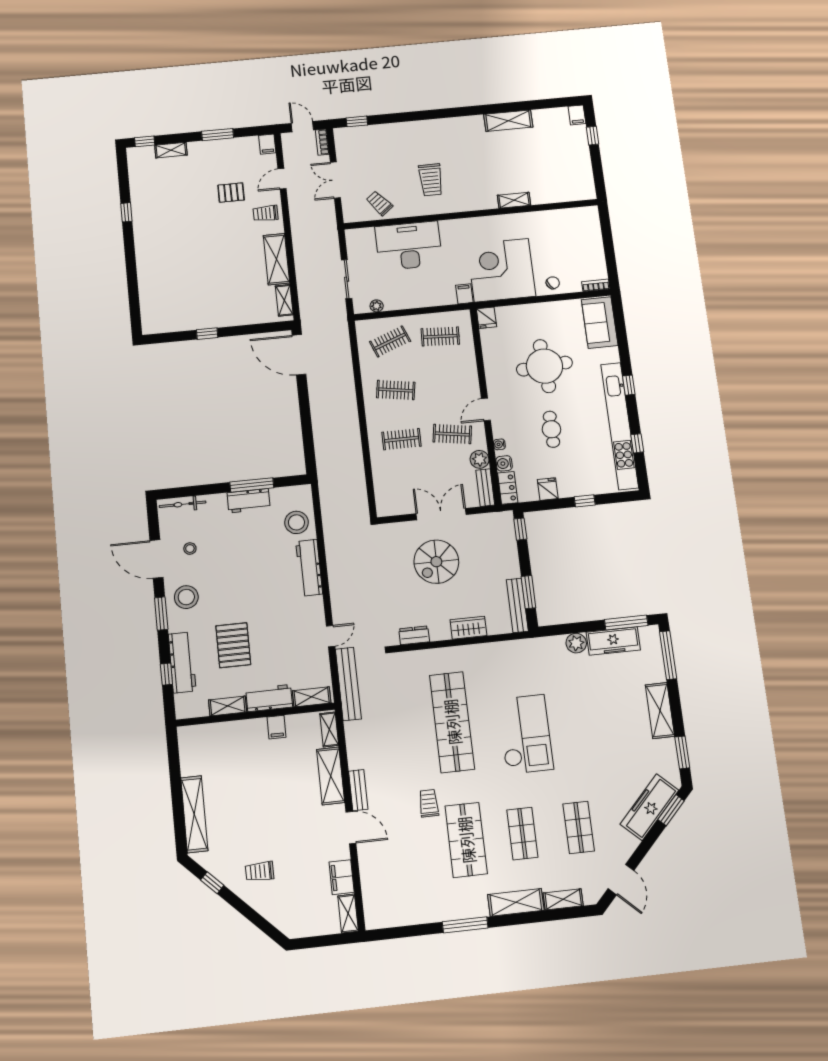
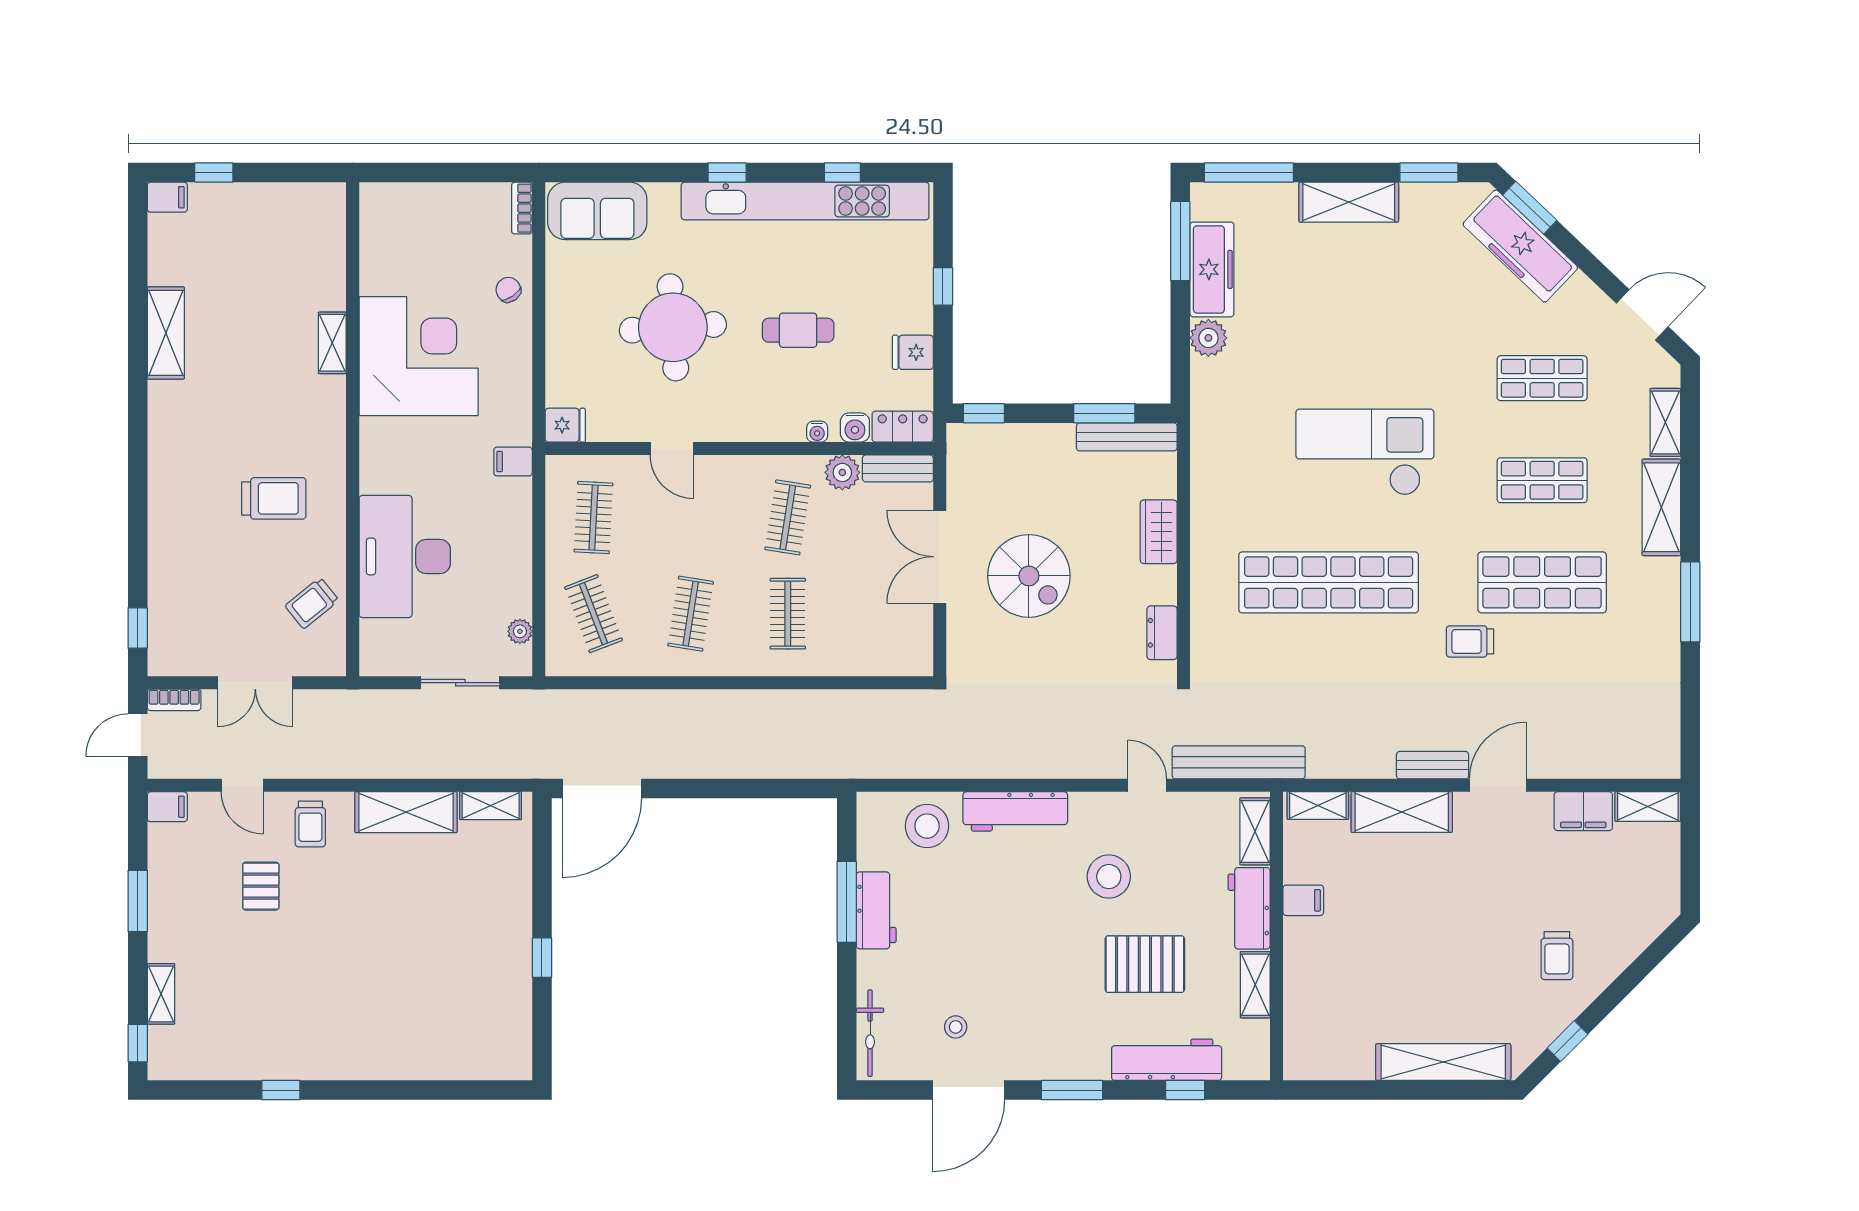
corner desk: (501, 270) -> (419, 356), moved, turned 180
door: (486, 409) -> (672, 448), moved
stool: (186, 597) -> (1109, 877), moved

